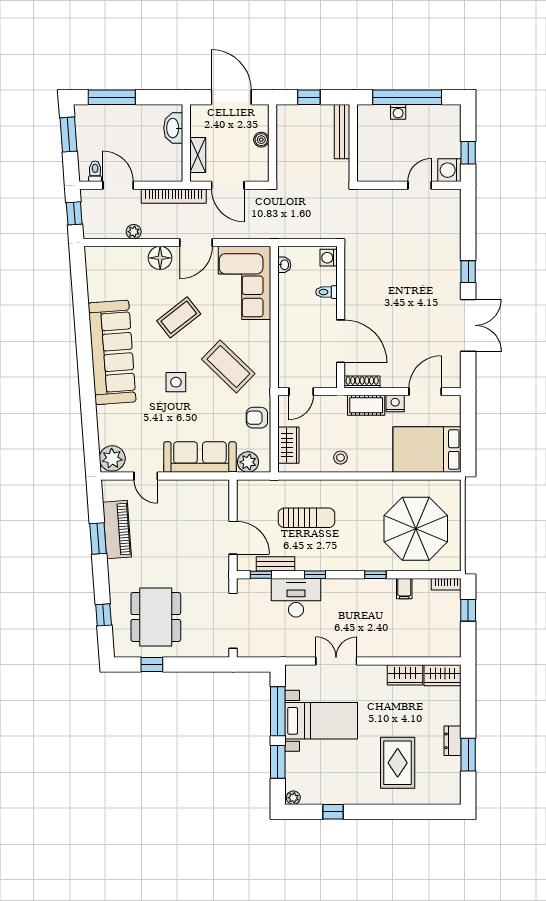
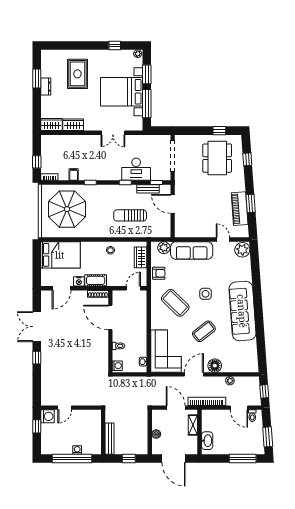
bed with nightstands: (321, 721) -> (122, 92), width x1.36

